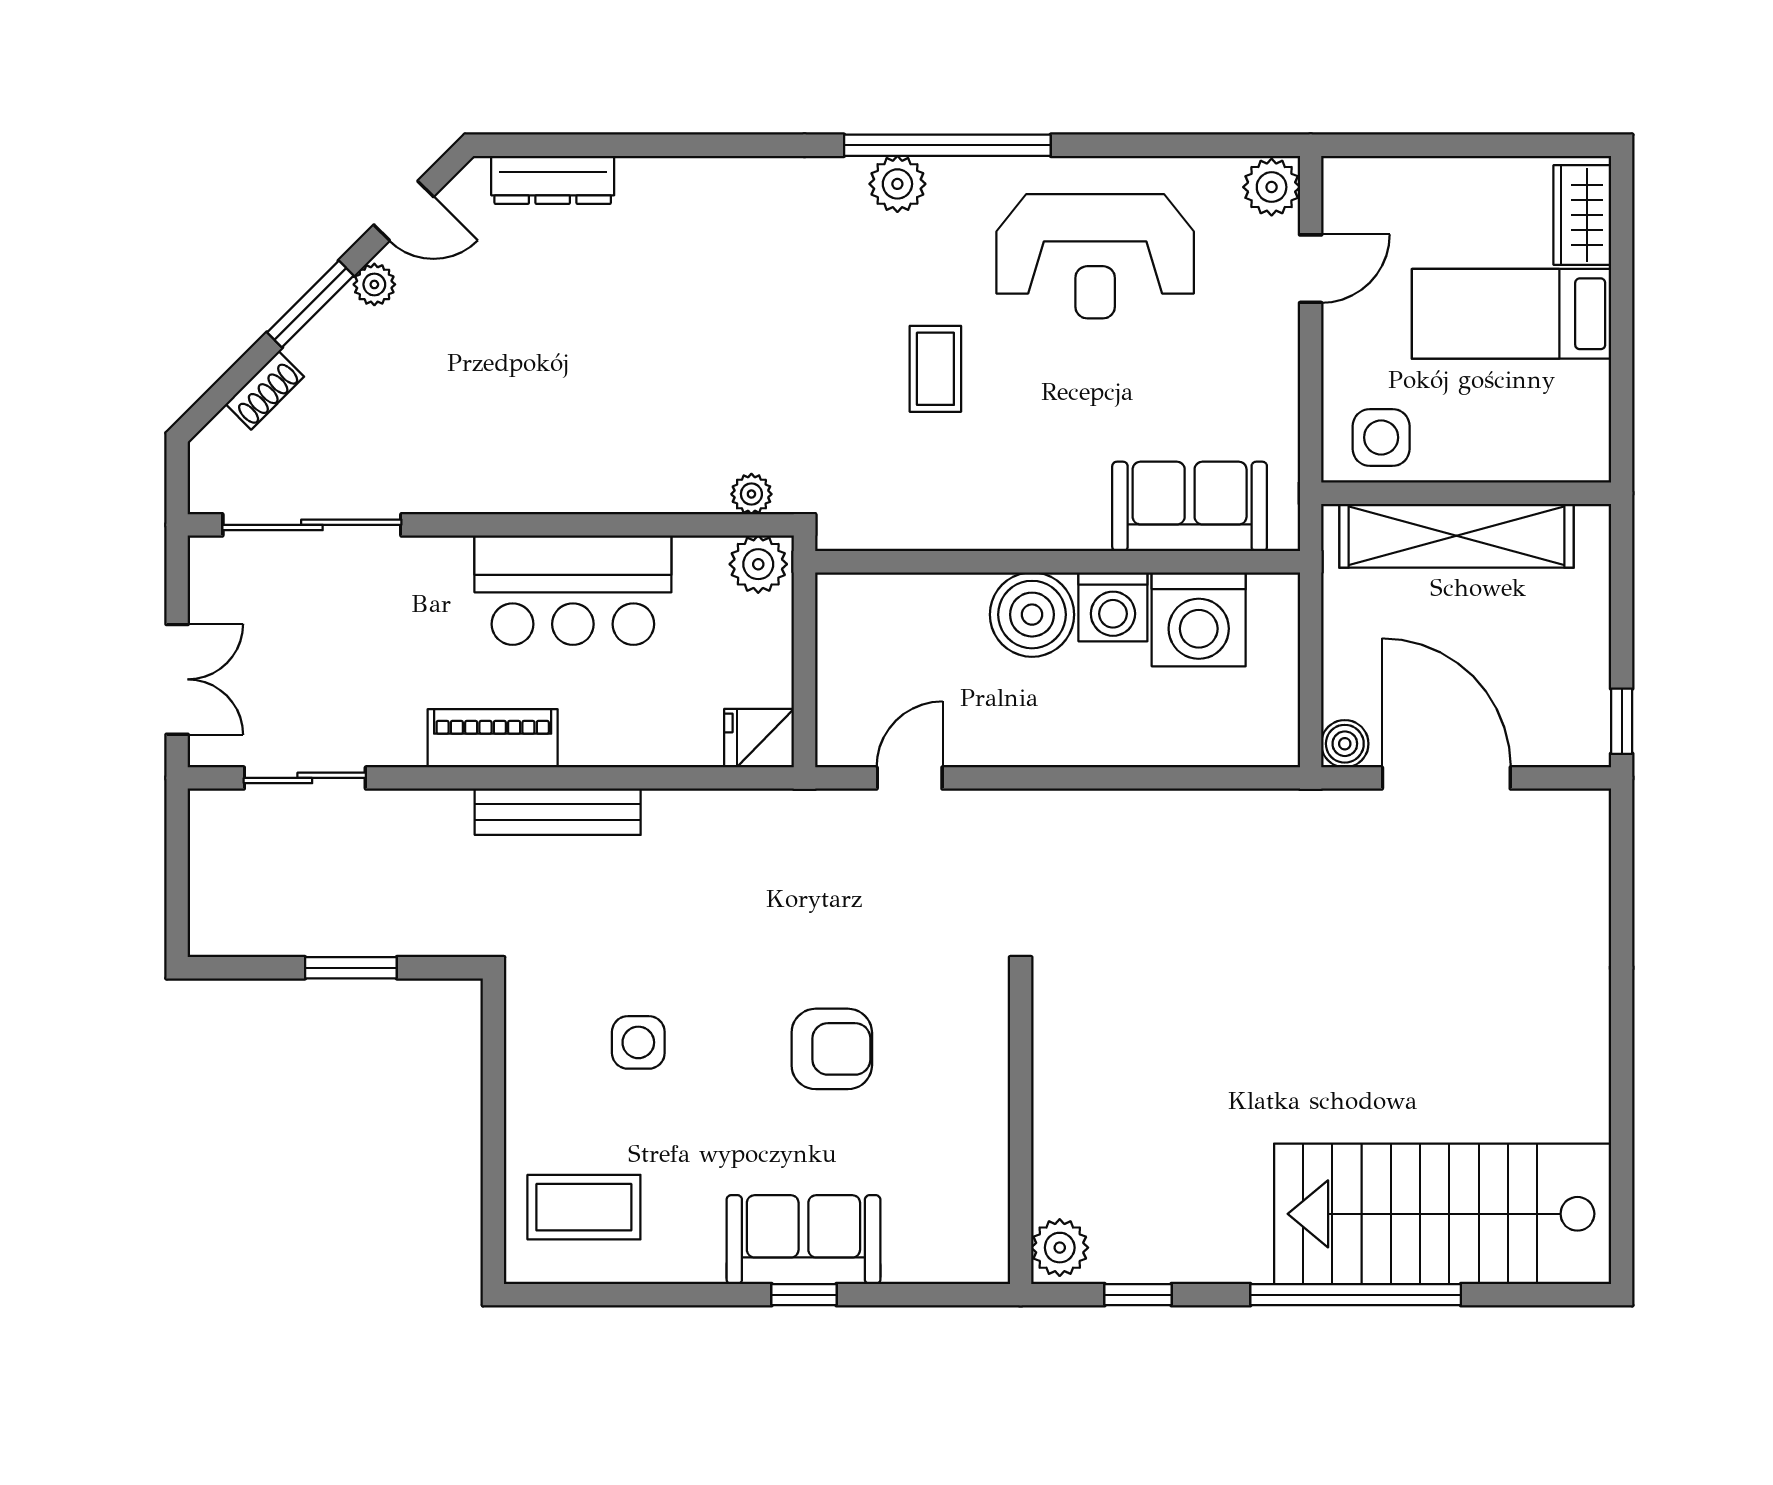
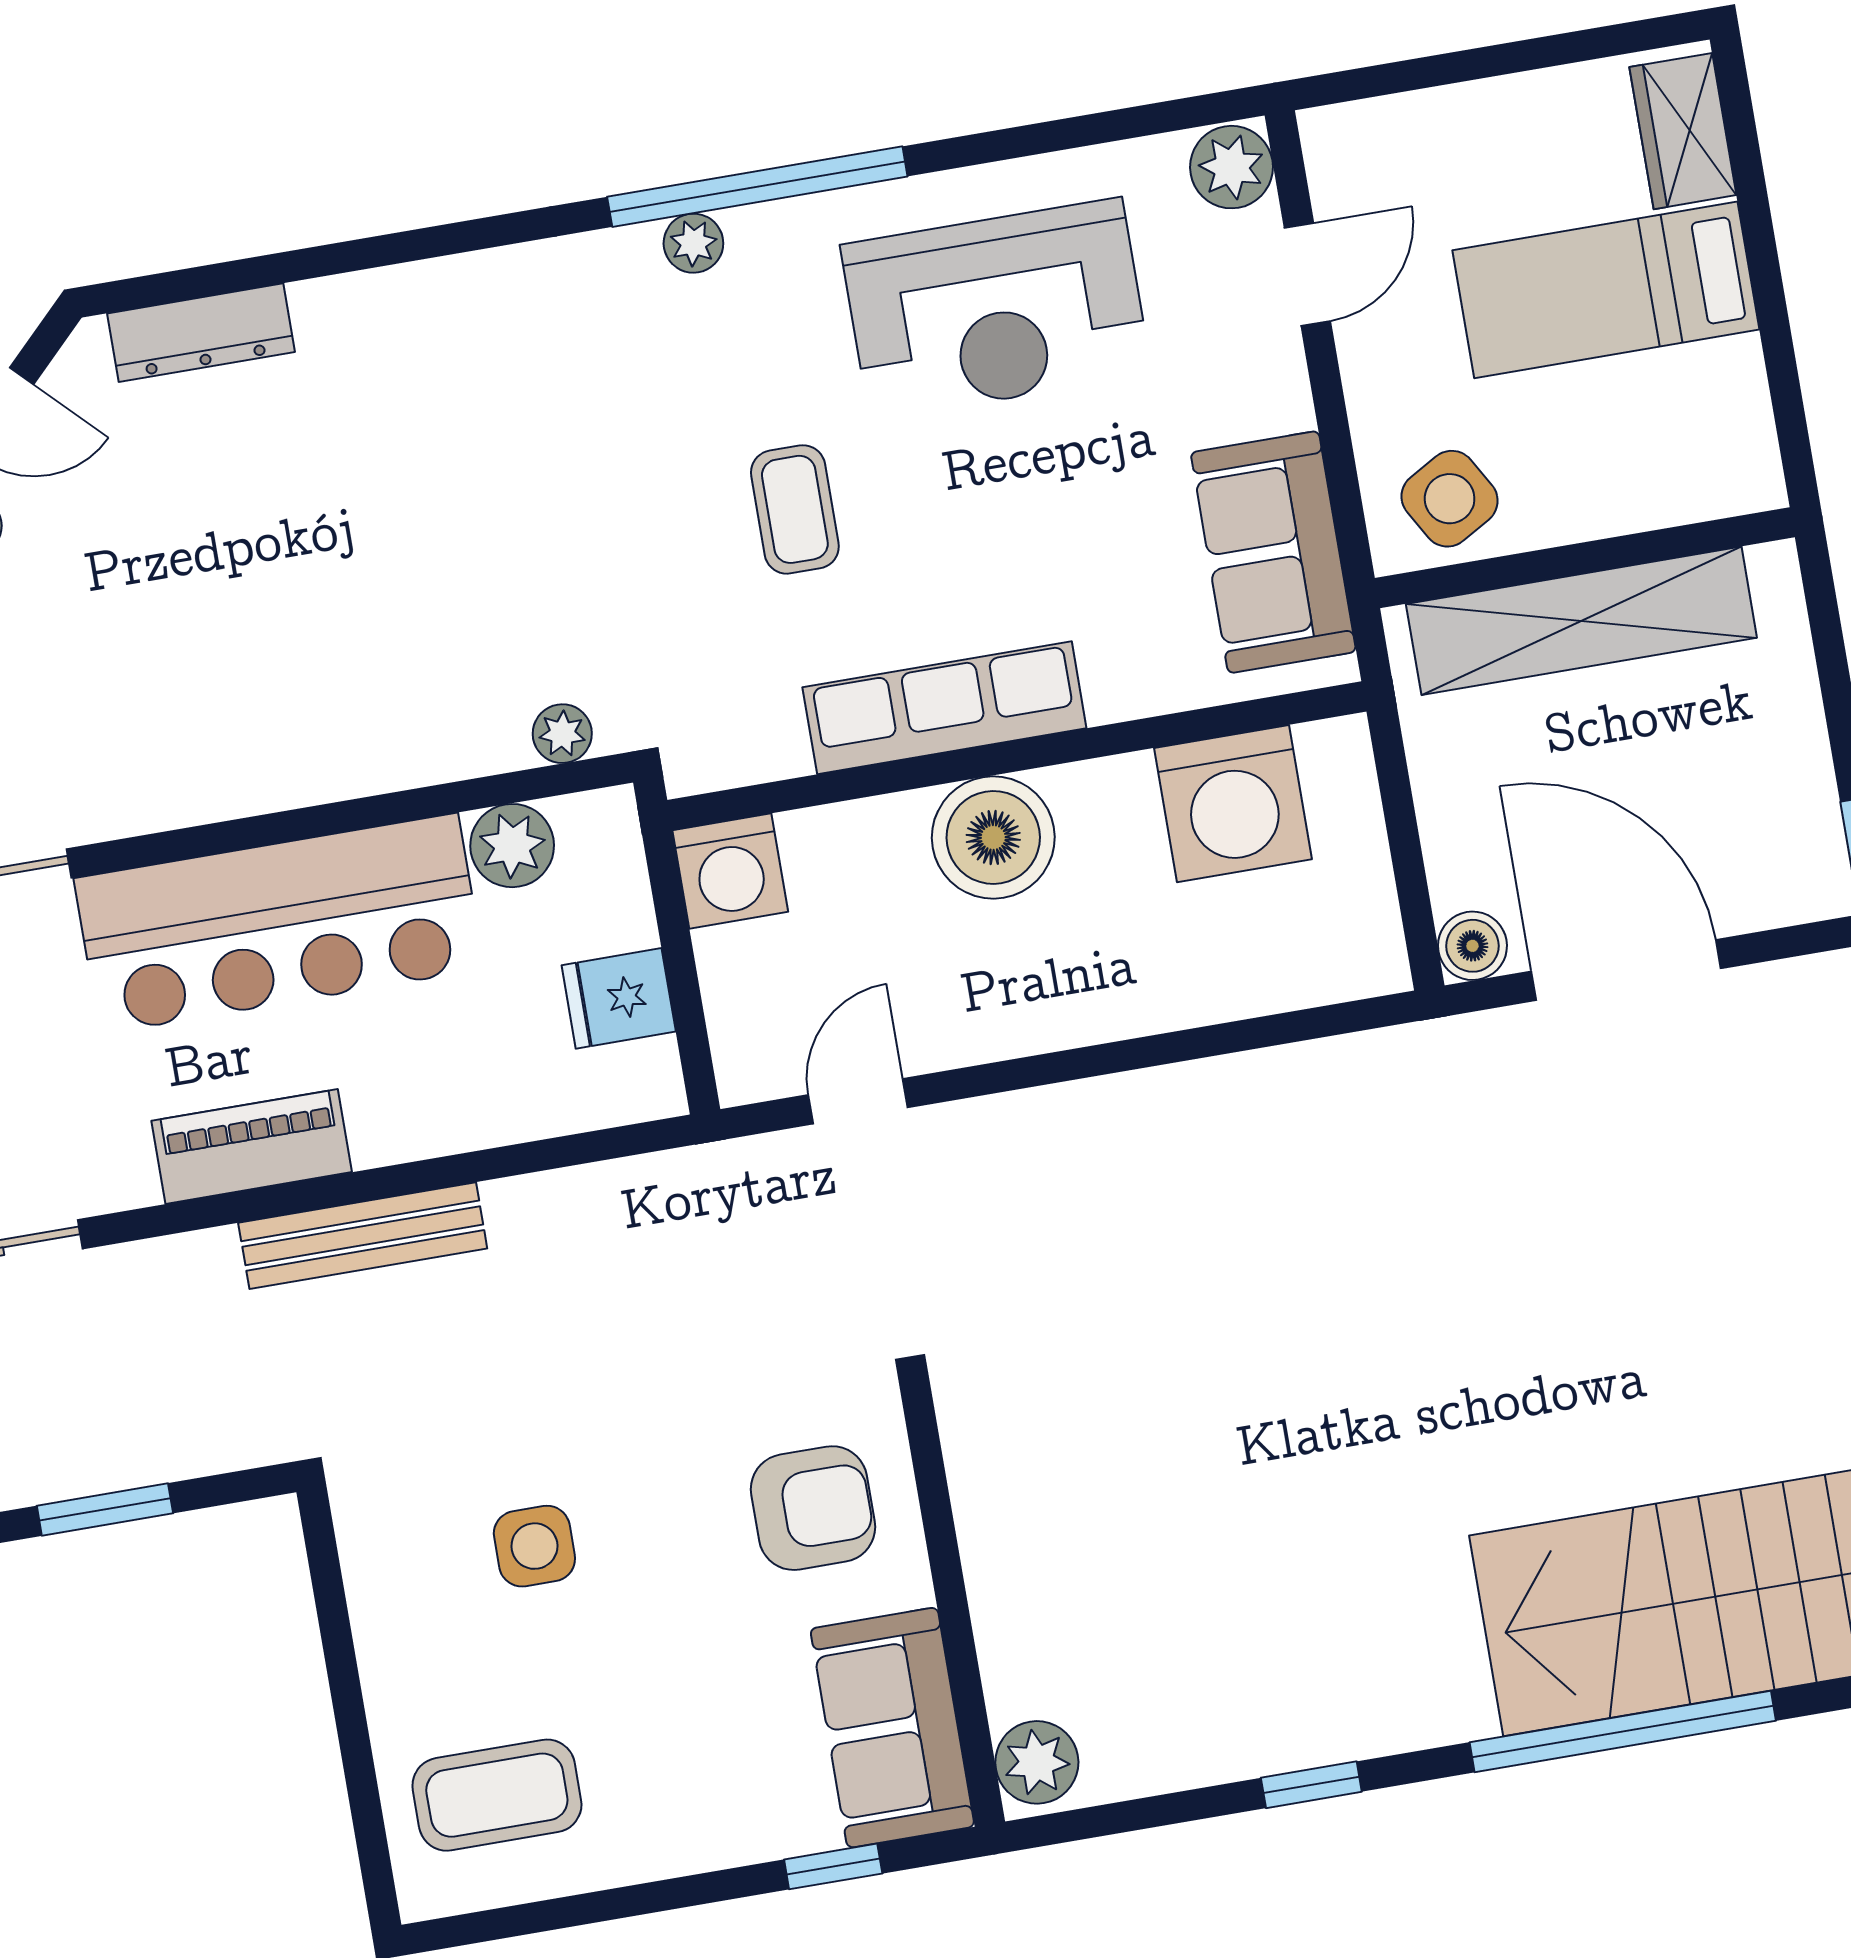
plant: (897, 184) -> (693, 243), width x0.73, depth x0.73
side table: (1381, 437) -> (1450, 499), turned -30
sofa: (1190, 506) -> (1273, 552), moved, turned -90
row of seats: (1014, 521) -> (944, 708), added
plant: (758, 564) -> (512, 846), moved
bar counter: (573, 590) -> (279, 924), width x1.36
washing machine: (1113, 607) -> (730, 871), moved
fridge: (759, 738) -> (619, 998), moved
wall: (1021, 1131) -> (952, 1605), moved
sofa: (803, 1240) -> (892, 1728), moved, turned -90
plant: (1060, 1248) -> (1037, 1762), moved

